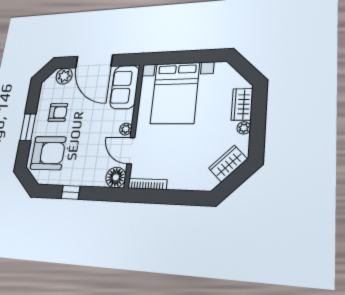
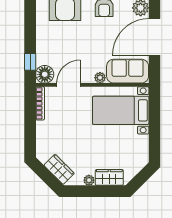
bed with nightstands: (175, 93) -> (121, 110), width x0.73
plant: (126, 129) -> (100, 78), moved
window: (71, 192) -> (30, 62), moved

